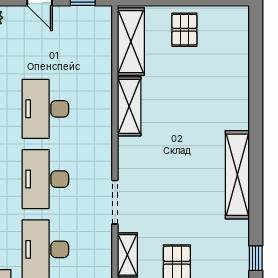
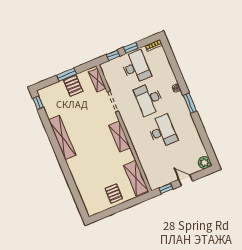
shelving: (129, 106) -> (120, 136), moved
desk: (45, 179) -> (149, 99), turned 180

